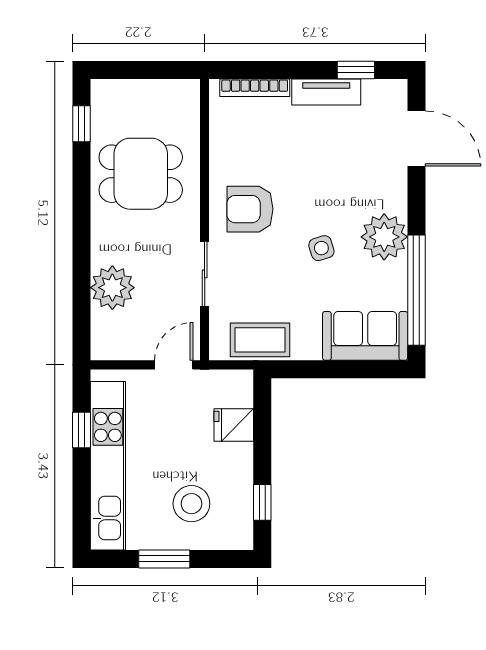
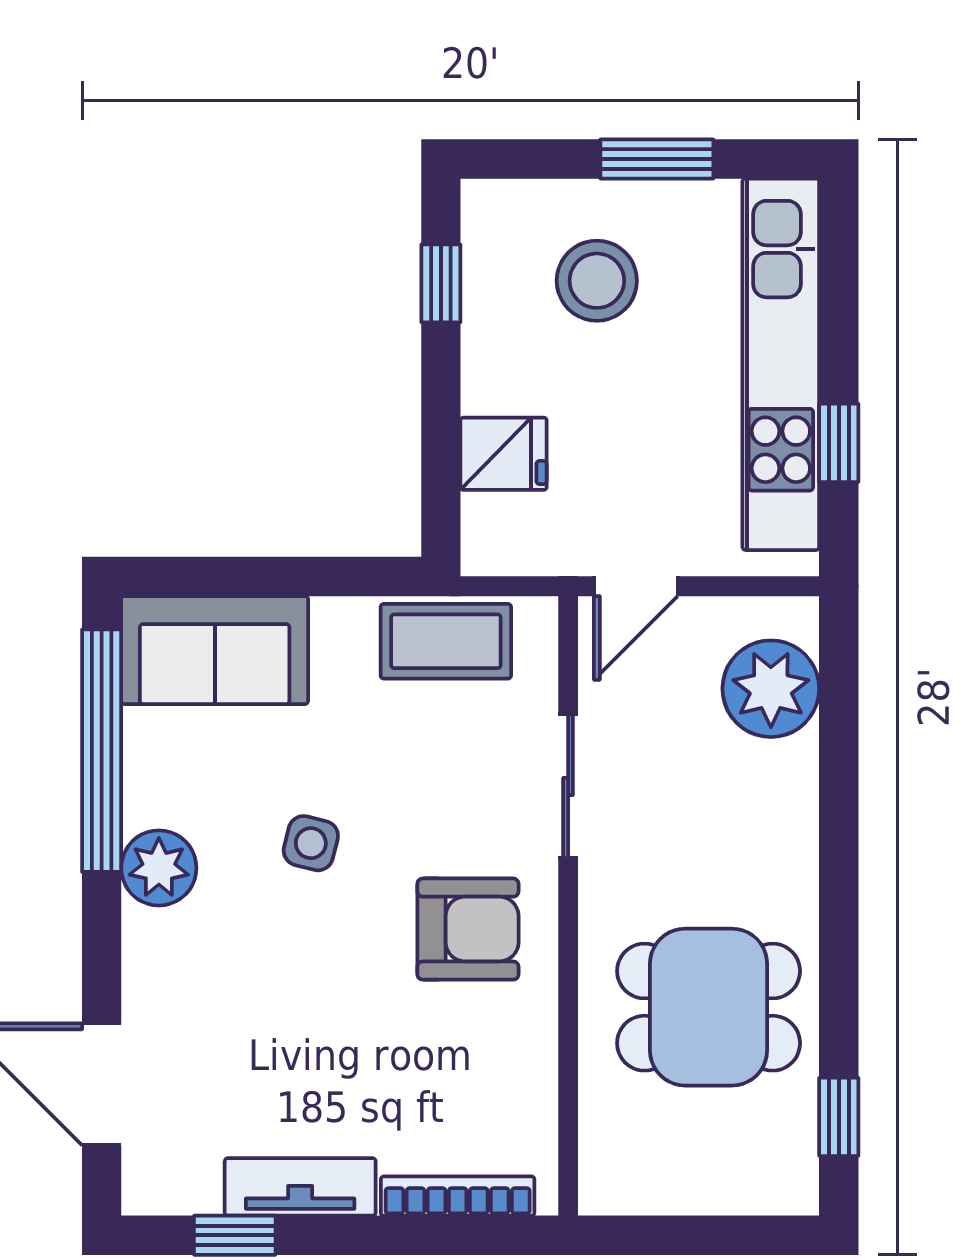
plant: (384, 237) -> (159, 868), width x0.73, depth x0.73
side table: (321, 248) -> (311, 843), turned 31
plant: (112, 288) -> (771, 689), moved

